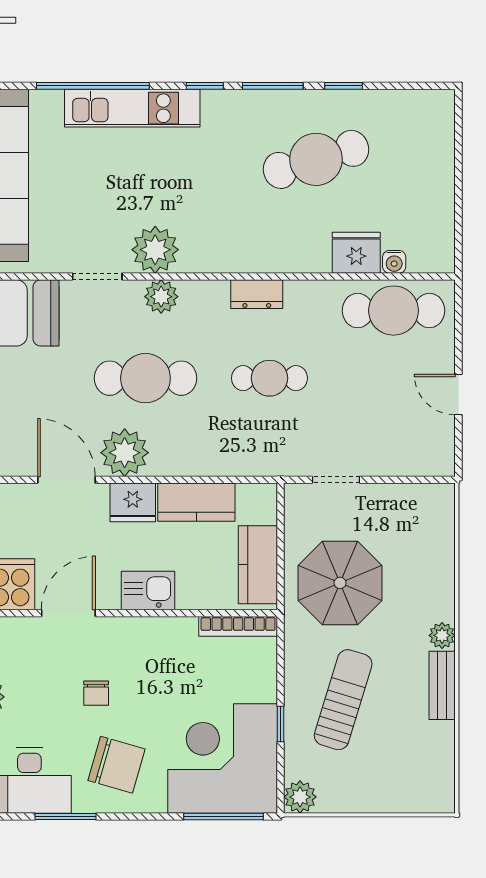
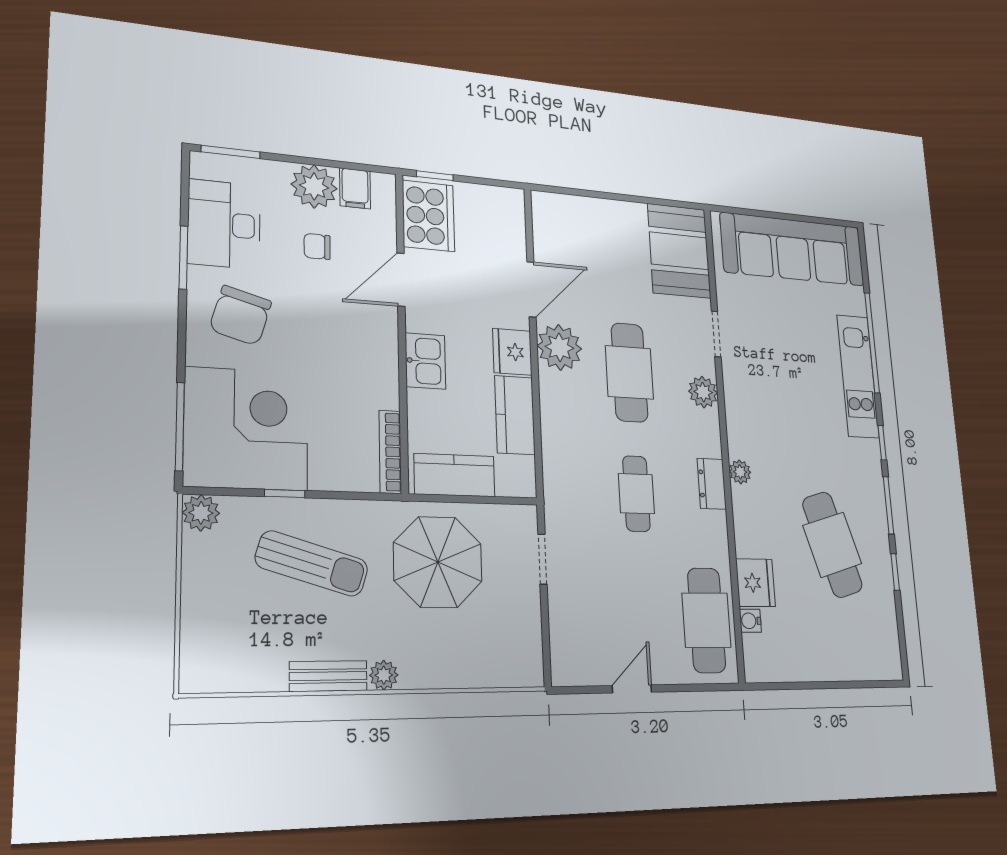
plant: (155, 250) -> (740, 472), moved, width x0.53, depth x0.53
door: (68, 613) -> (401, 280), swing flipped
chair: (96, 693) -> (317, 246), moved

